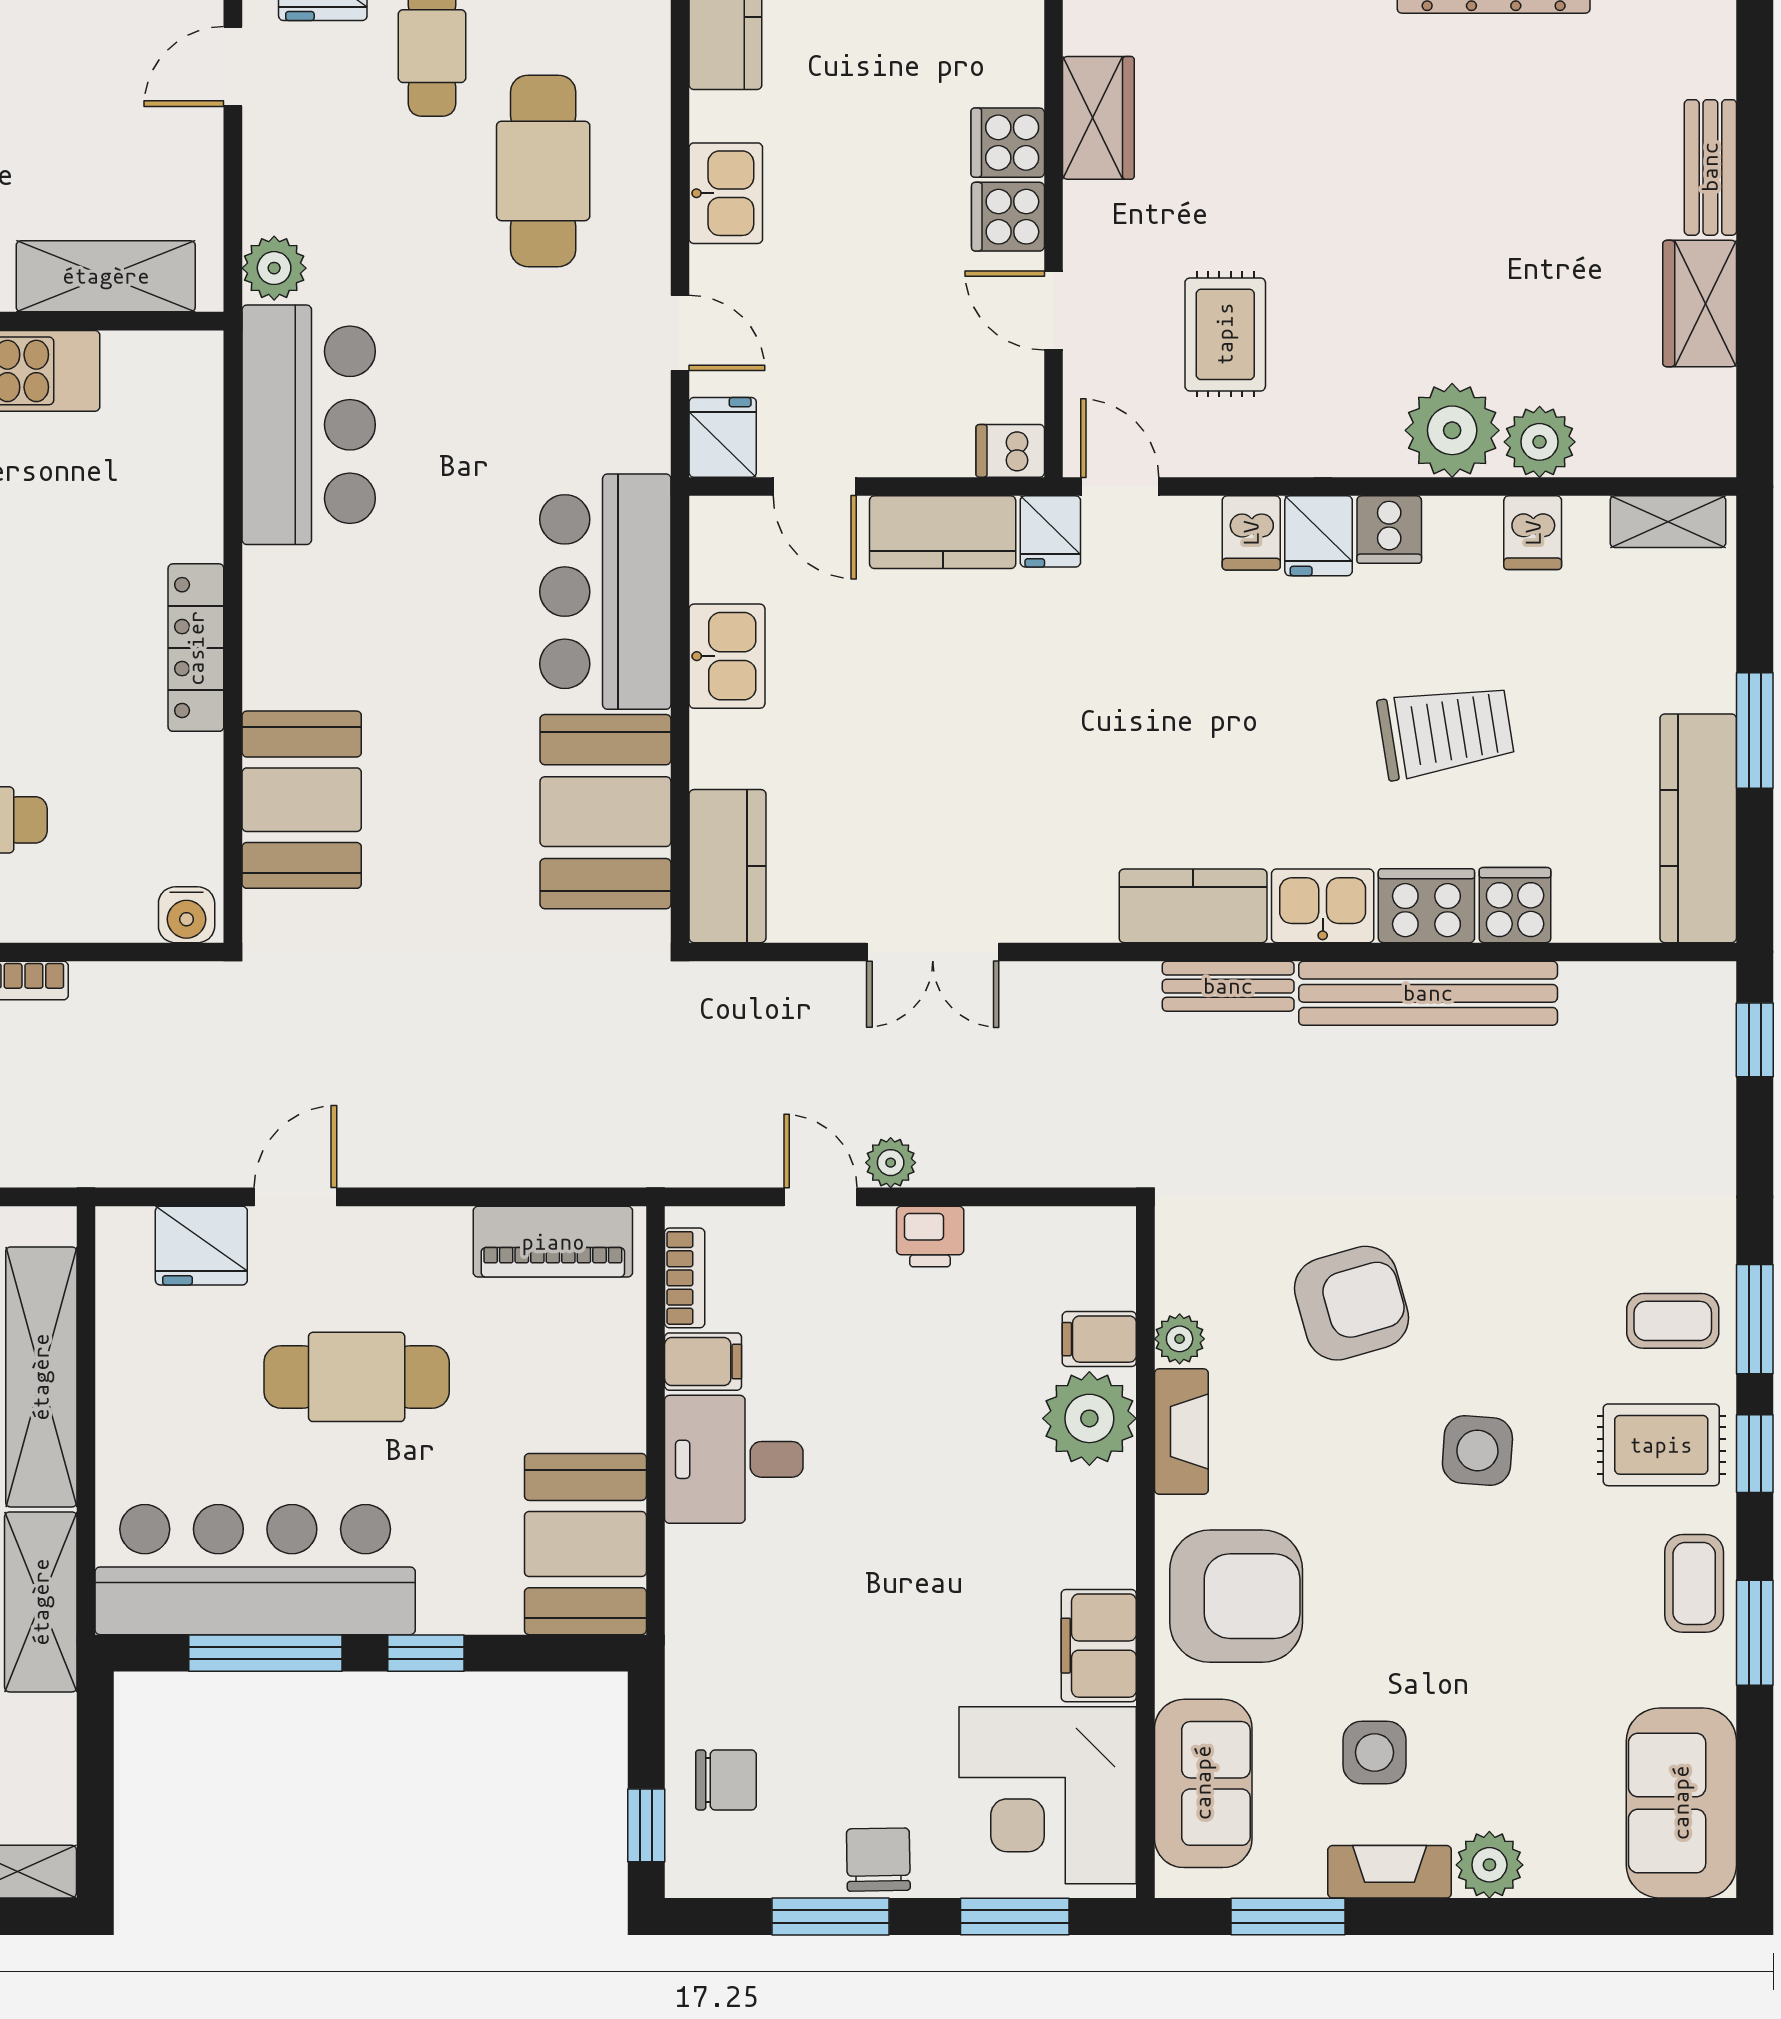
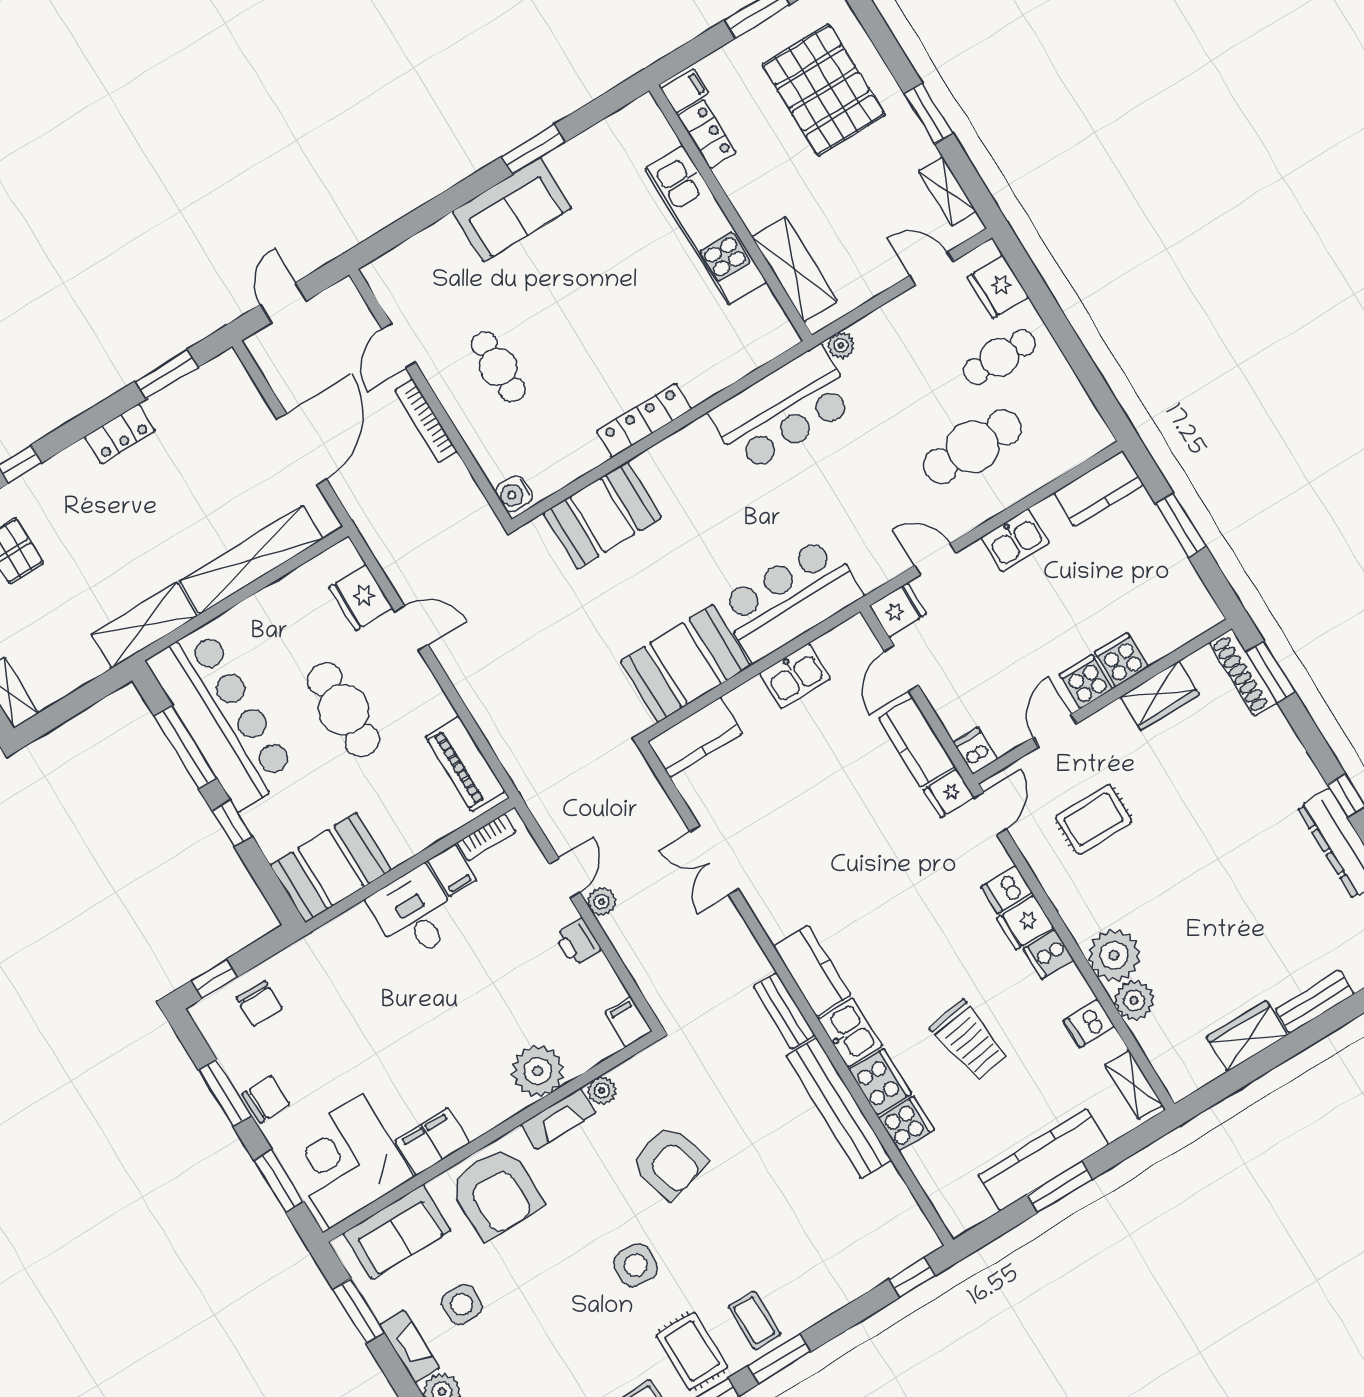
plant: (274, 268) -> (841, 345), width x0.73, depth x0.73
door: (680, 333) -> (935, 559), swing flipped
kitchen counter: (1698, 828) -> (1043, 1160), moved
filing cabinet: (1099, 1339) -> (628, 1022), moved

